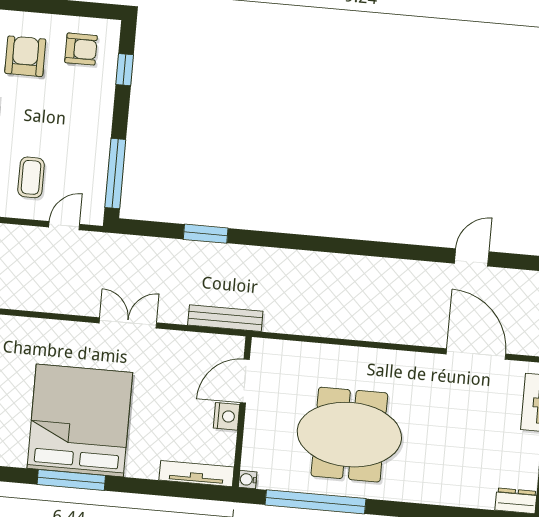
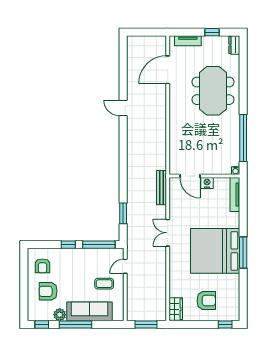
armchair: (81, 49) -> (42, 266), turned 180
window: (125, 70) -> (68, 245), moved
door: (64, 226) -> (125, 266), hinge flipped
window: (206, 234) -> (123, 213), moved
door: (472, 257) -> (123, 108), moved
meeting table: (349, 435) -> (213, 91), moved

